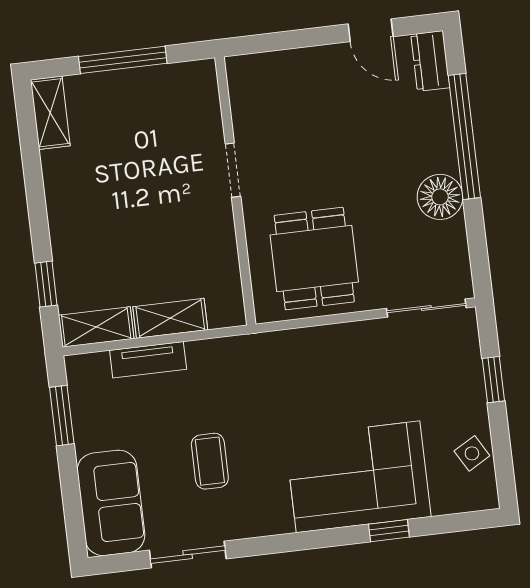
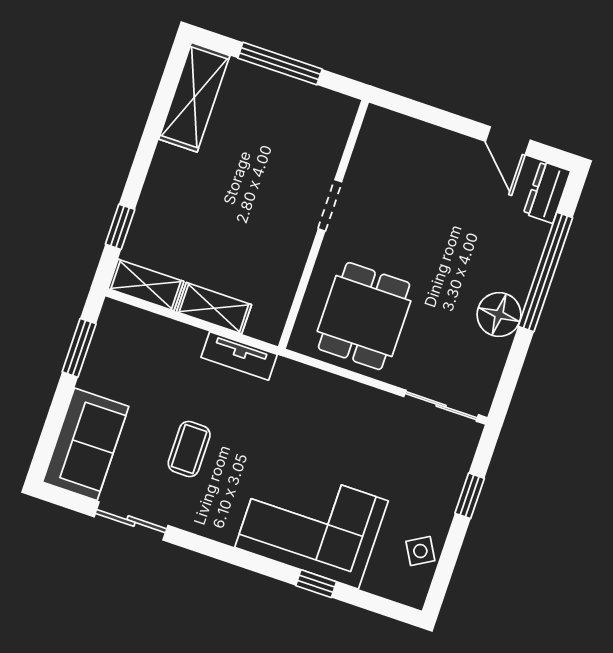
shelving: (50, 113) -> (194, 97), width x1.50, depth x1.33
tv unit: (148, 360) -> (239, 356), moved

